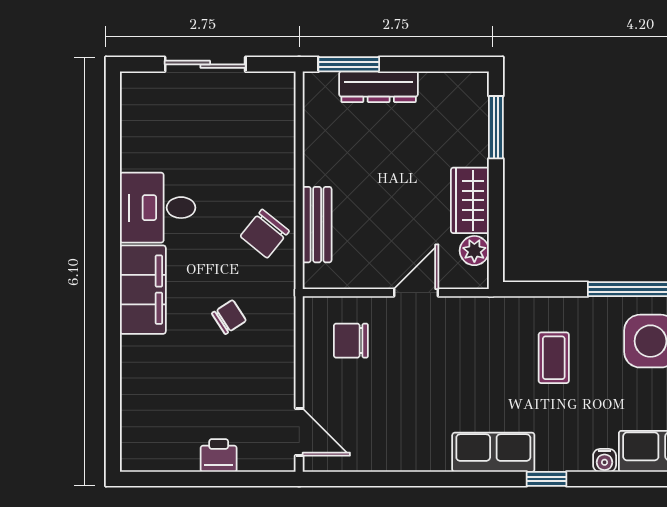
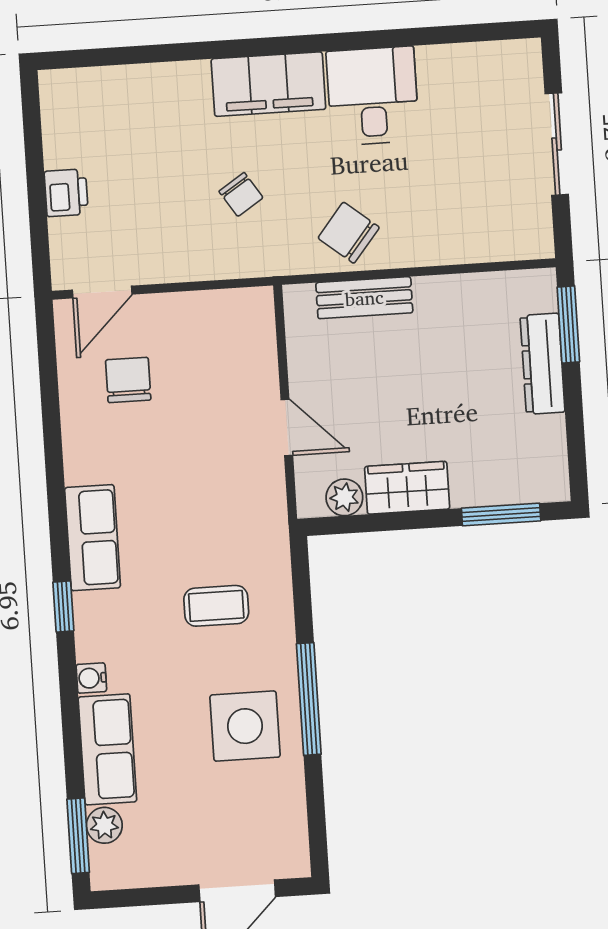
chair: (351, 341) -> (128, 380), moved

